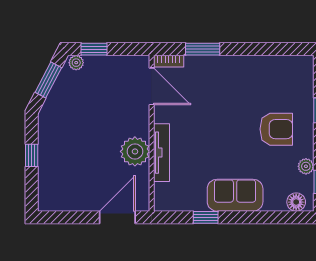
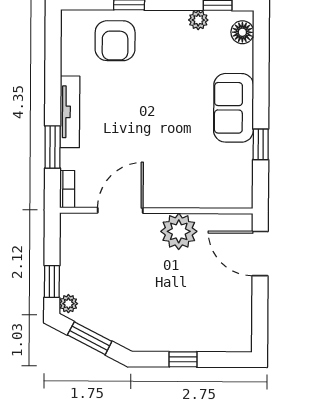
door: (152, 86) -> (120, 210), moved
armchair: (276, 129) -> (115, 41), moved, turned 180
tv unit: (162, 153) -> (70, 112), moved, turned 90

